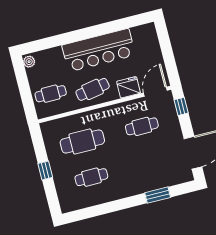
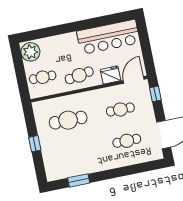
bar counter: (99, 50) -> (108, 37), moved
plant: (29, 62) -> (30, 52), width x1.87, depth x1.87
cafe table: (91, 177) -> (127, 141), moved
window: (158, 195) -> (79, 180), moved

